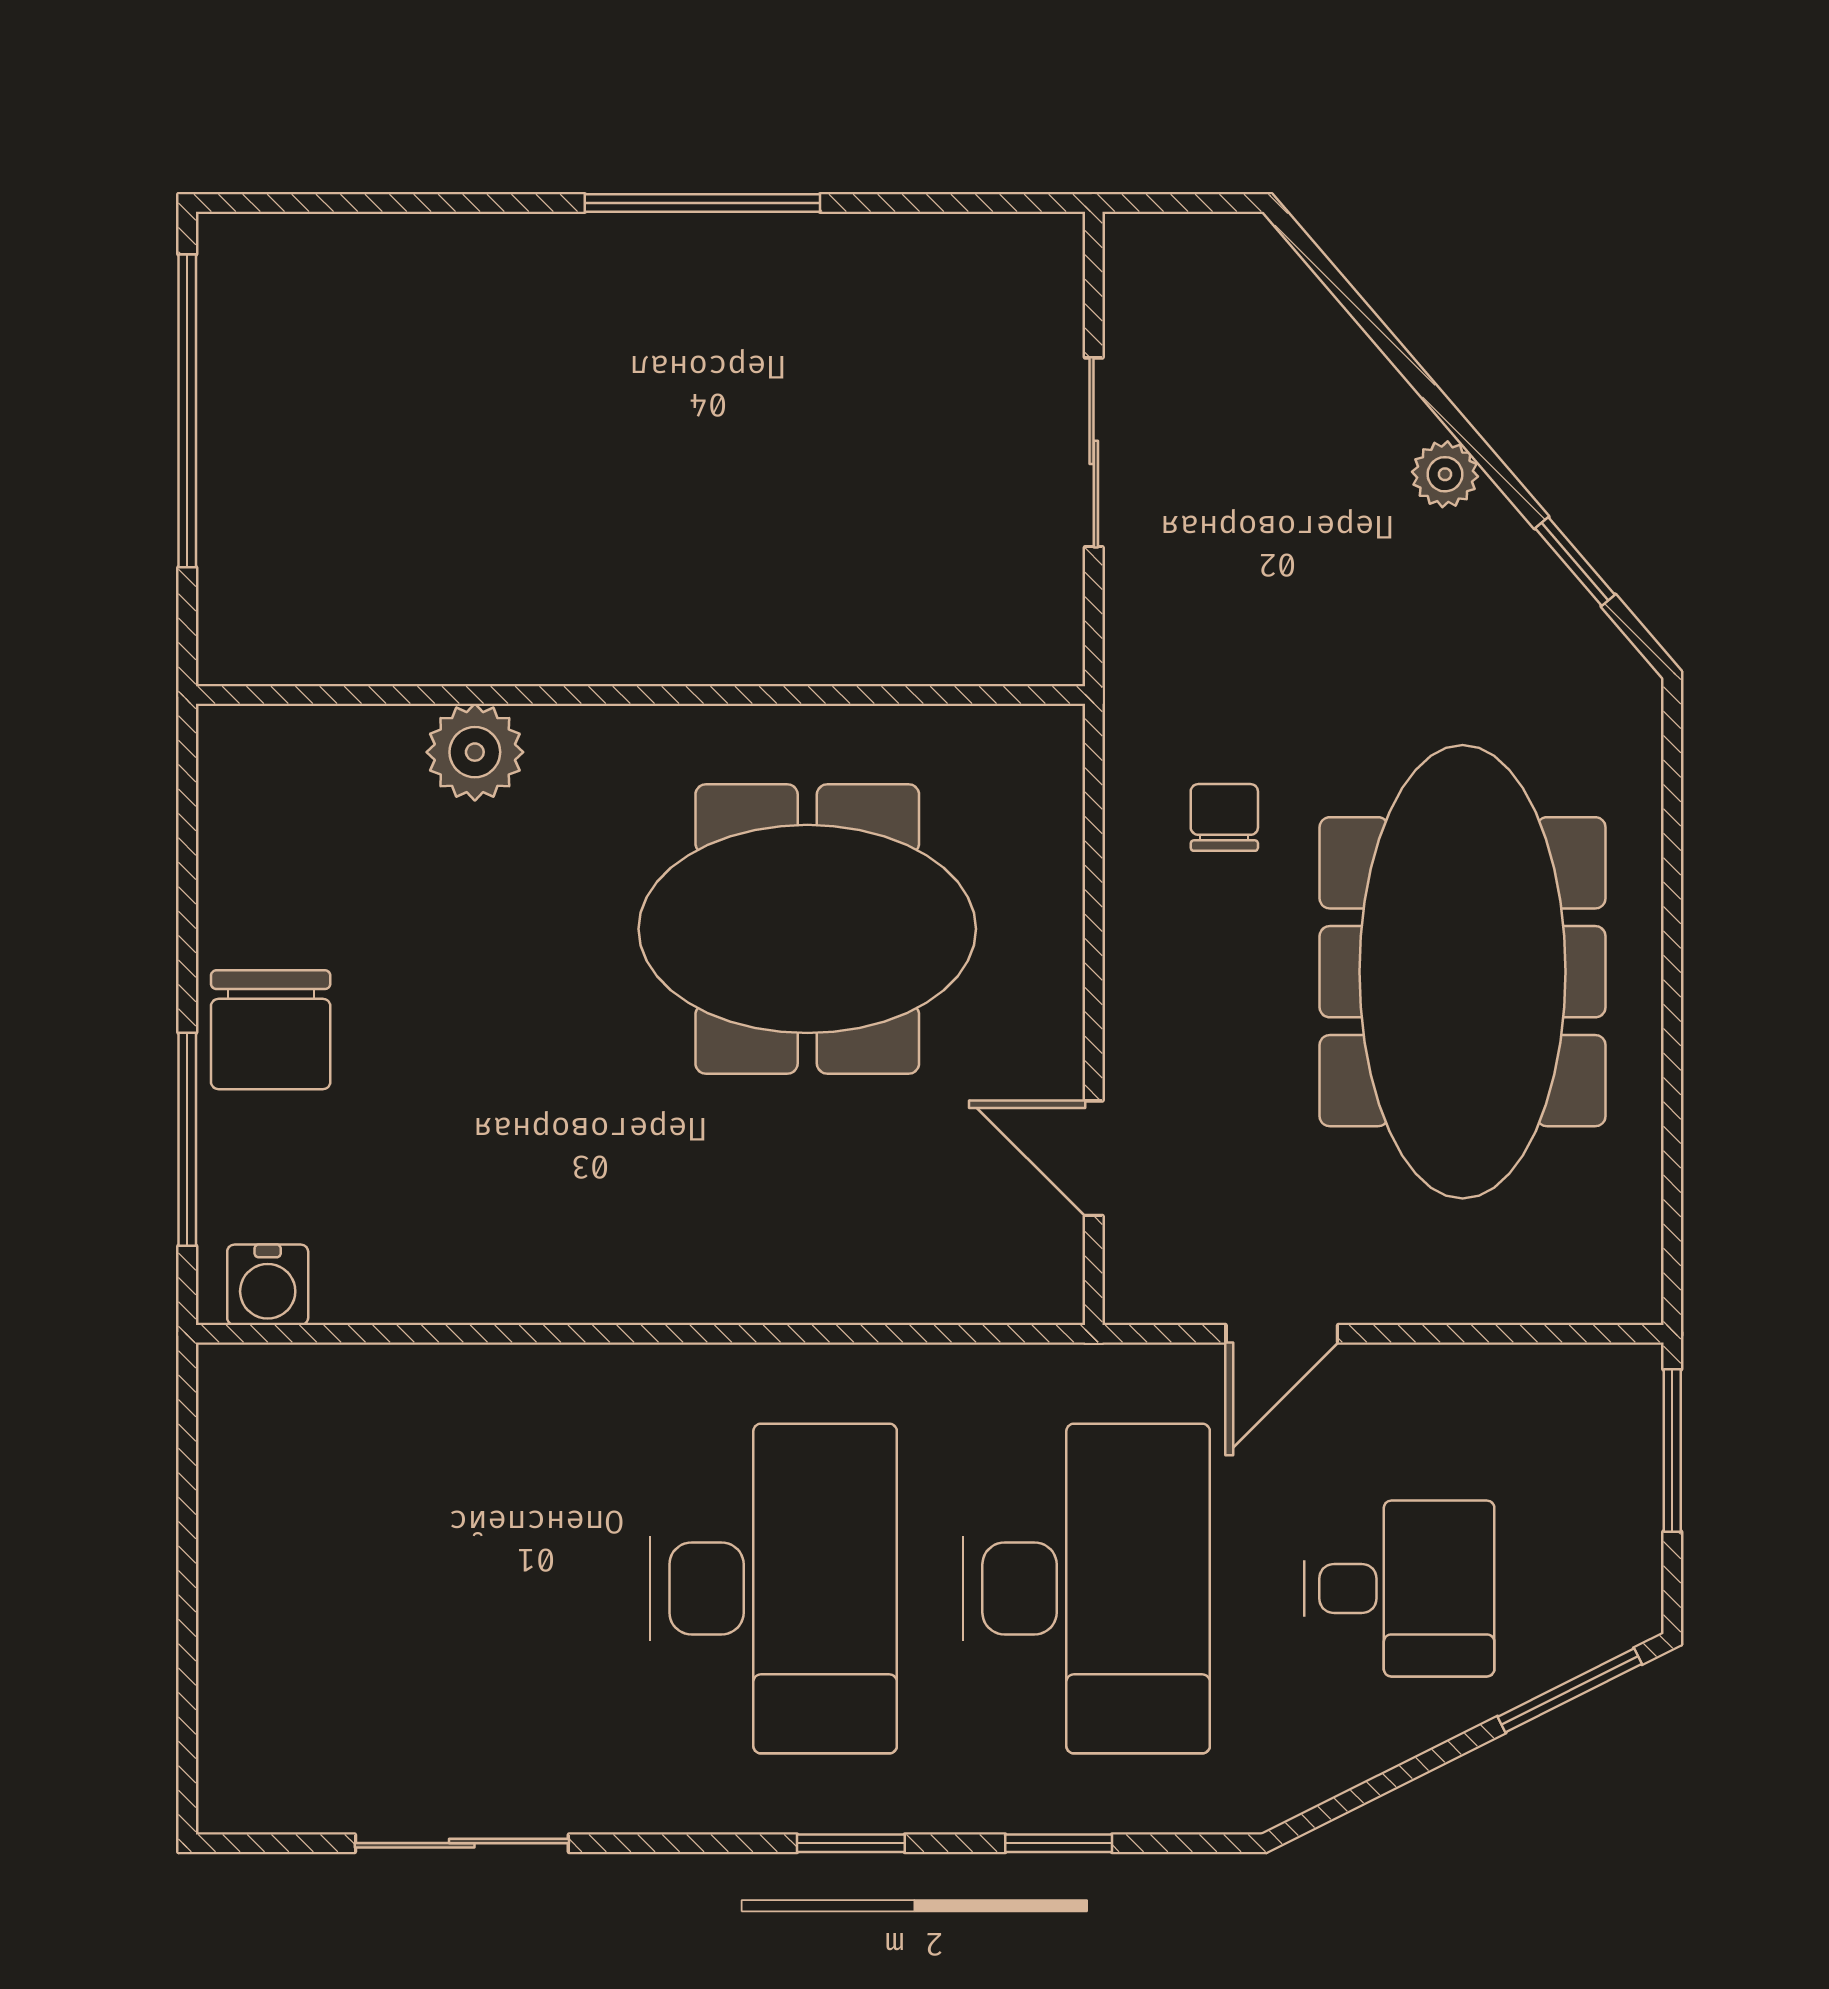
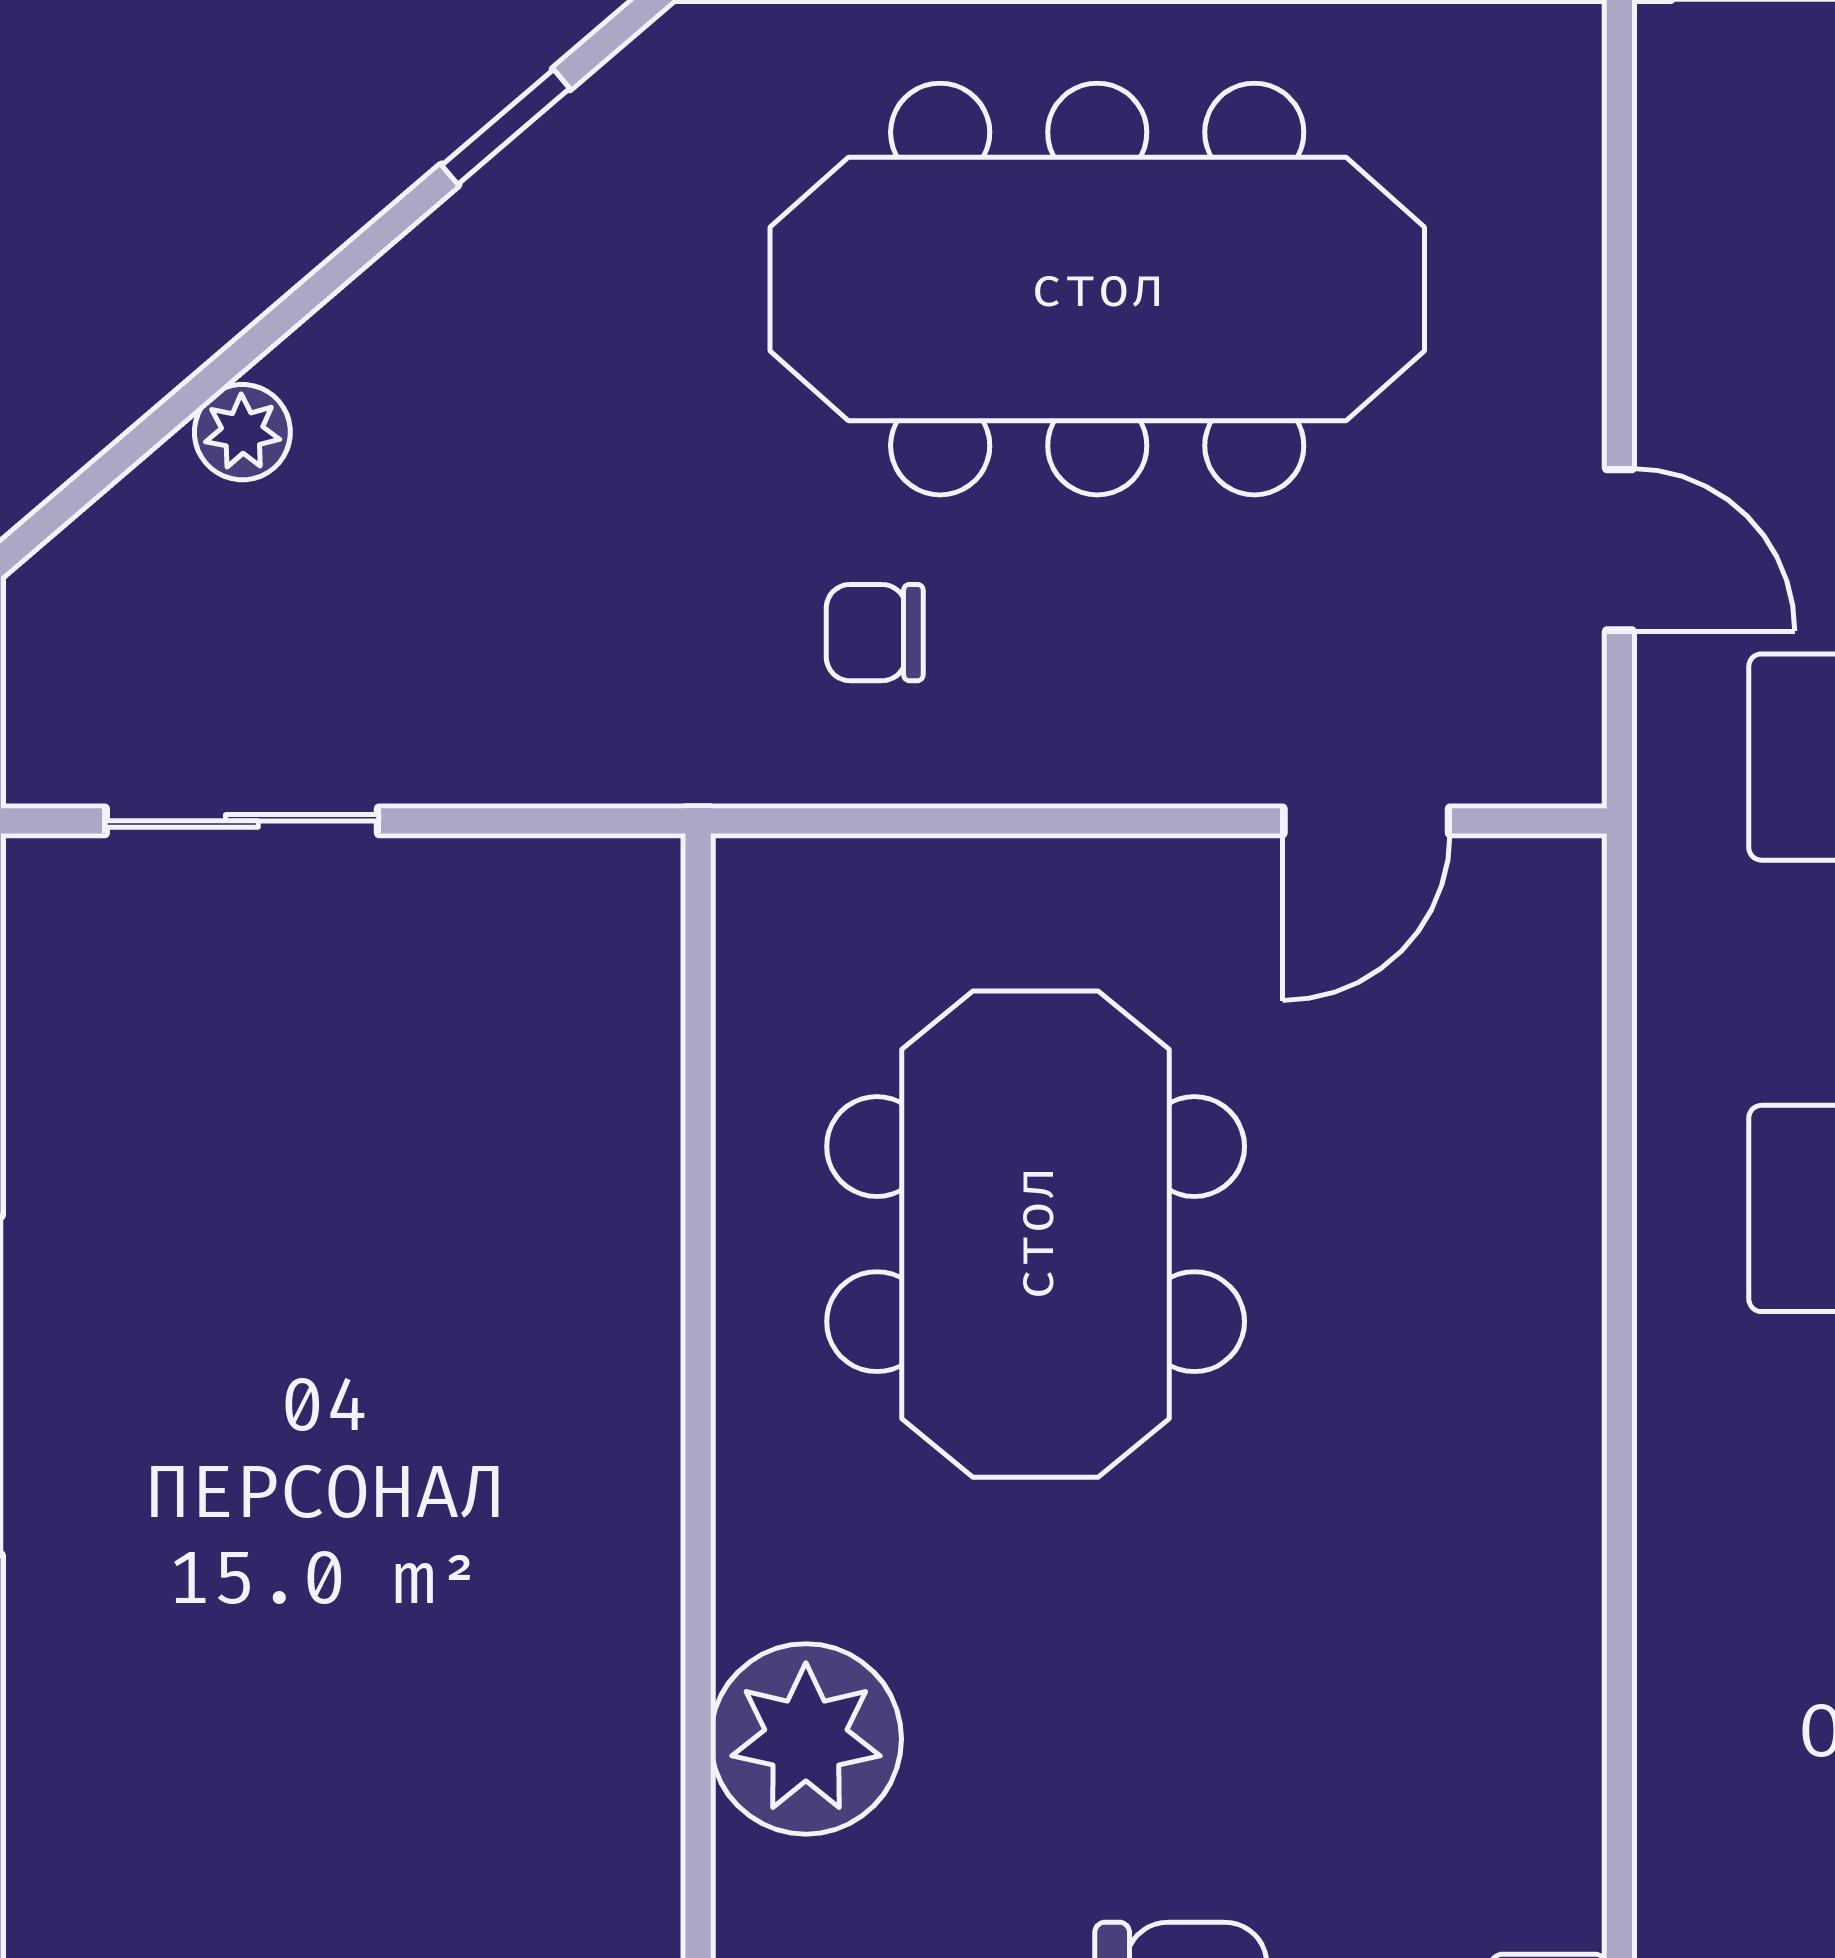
sliding door: (1094, 452) -> (242, 821), moved
plant: (1445, 474) -> (242, 432), moved
plant: (475, 752) -> (806, 1739), width x1.36, depth x1.36

